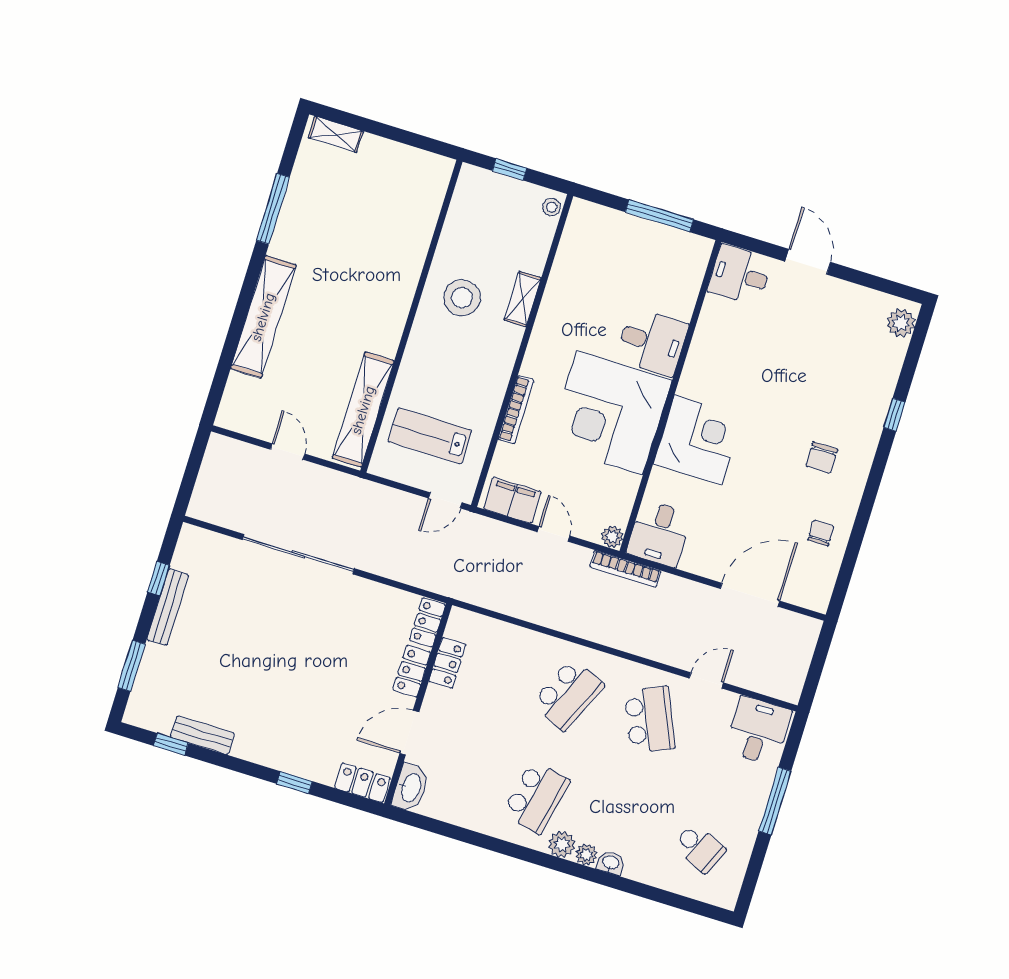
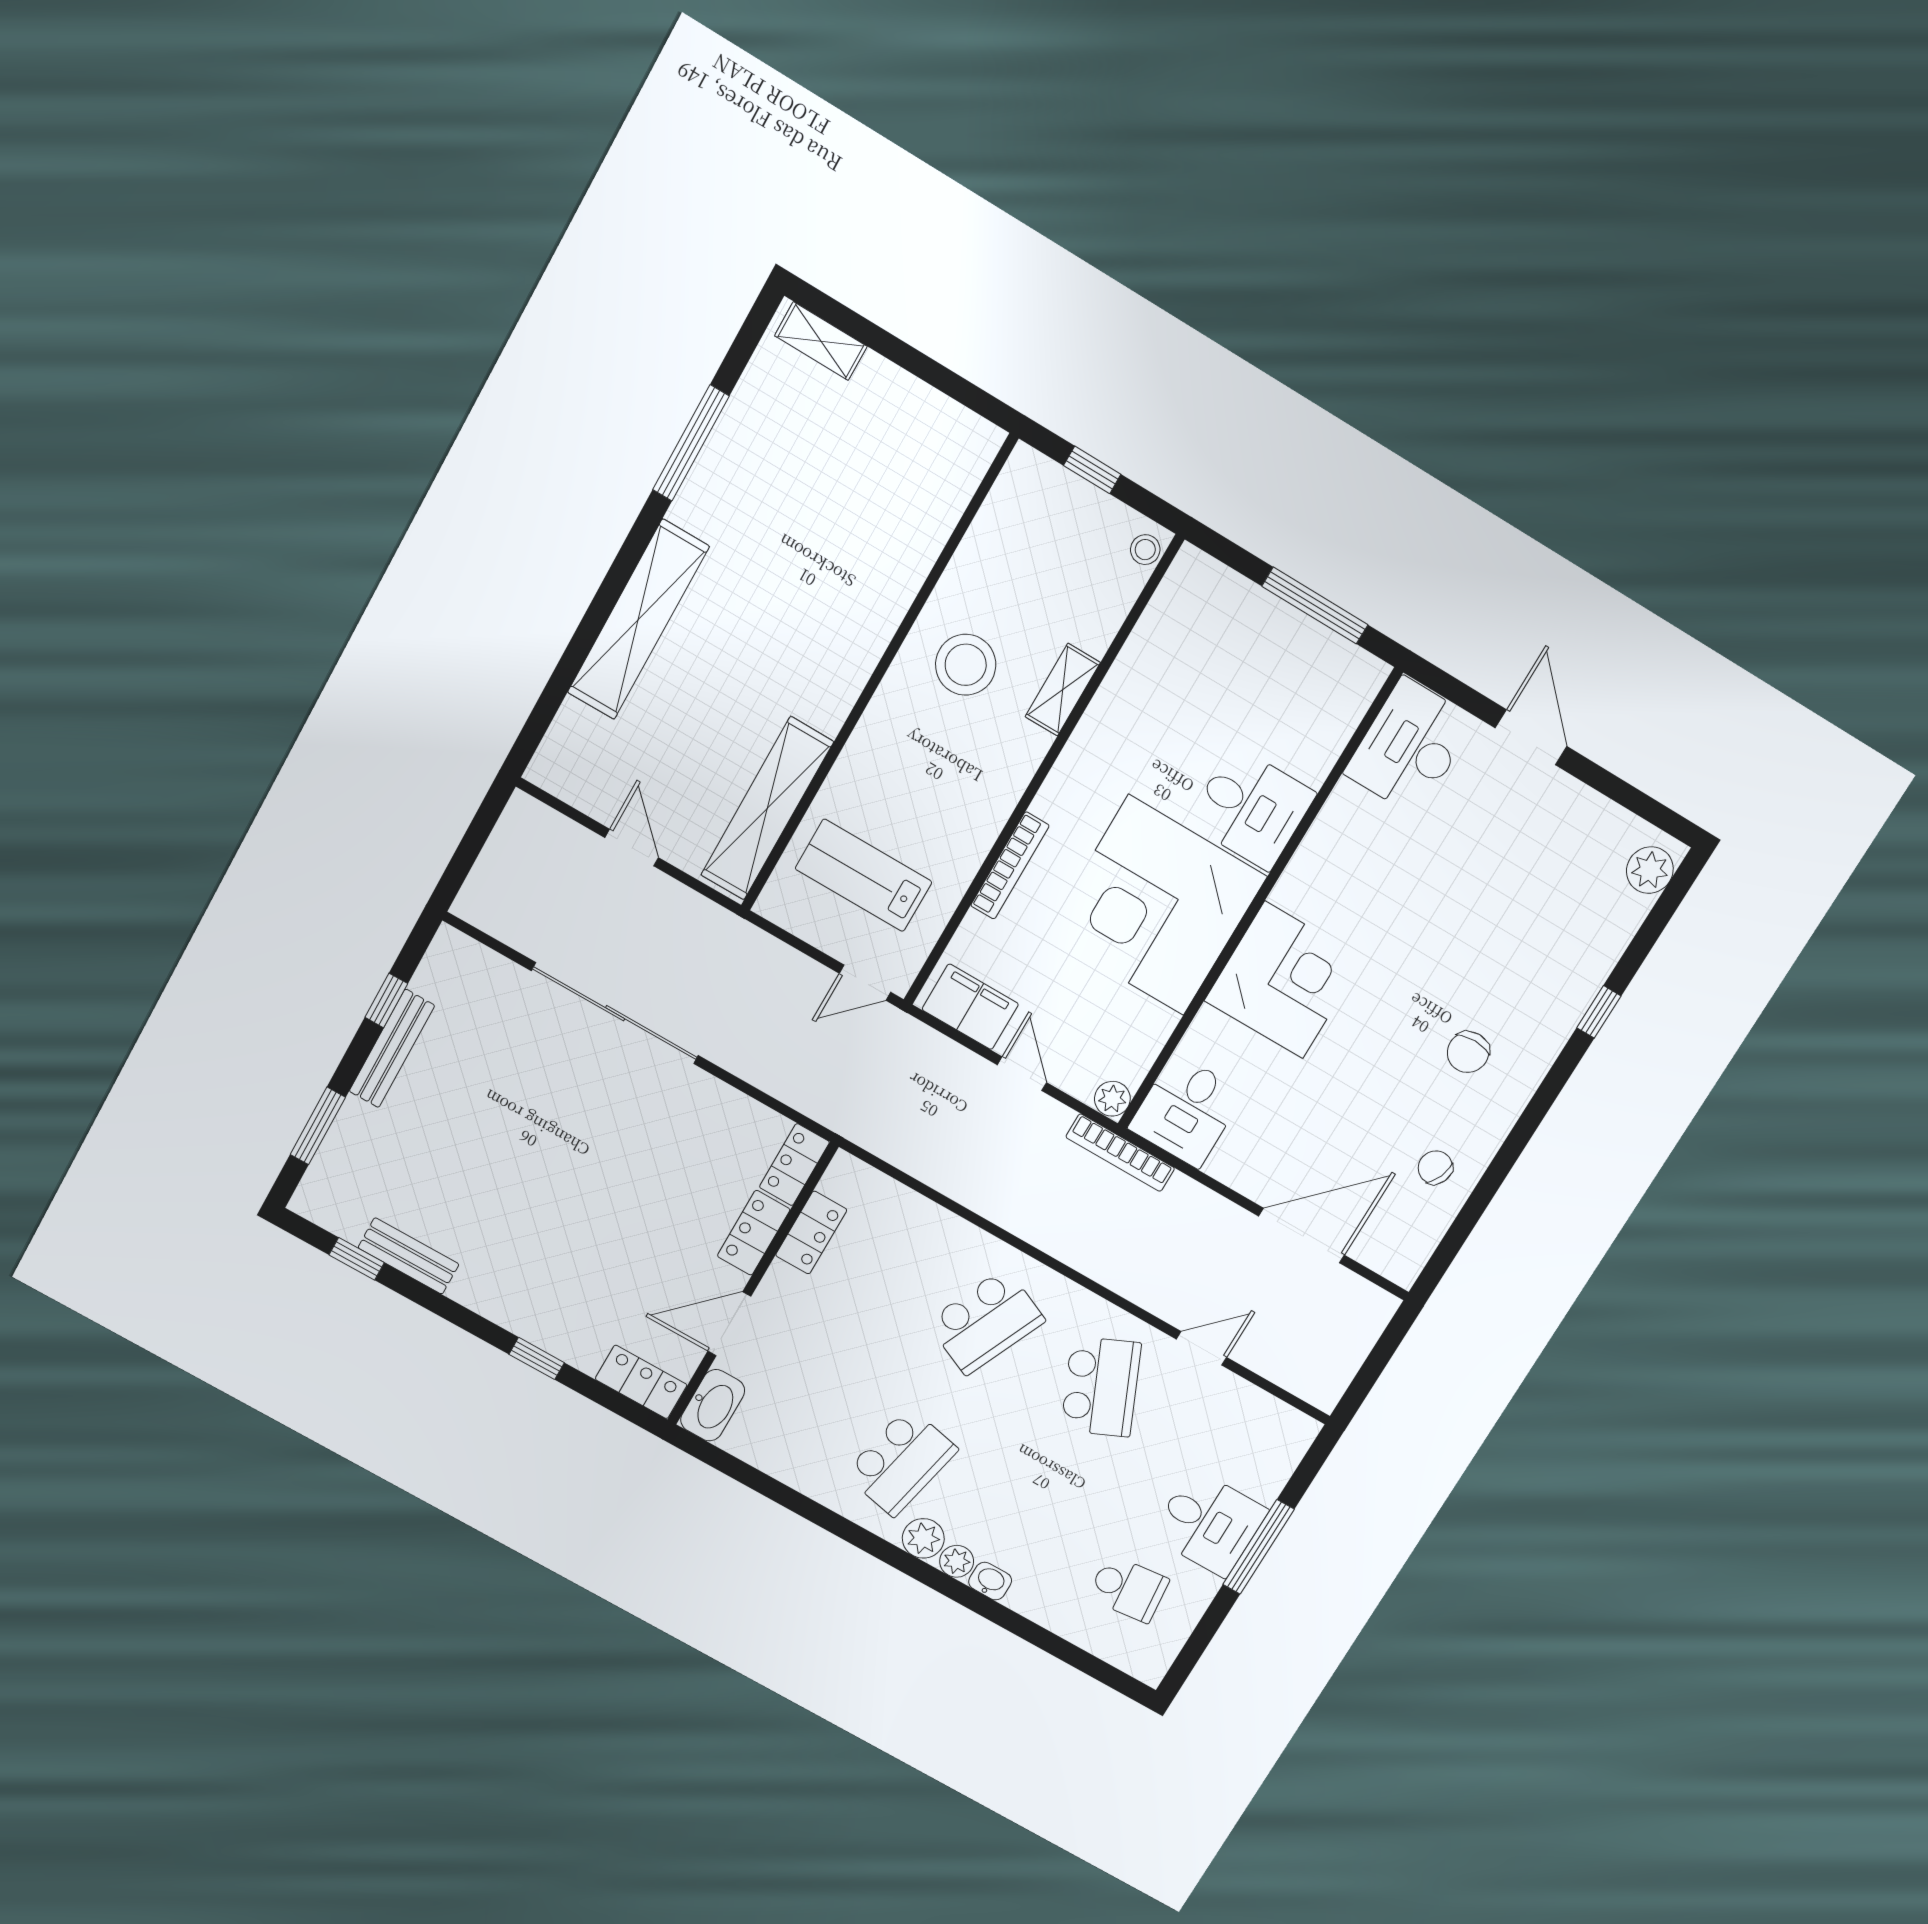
desk: (740, 275) -> (1410, 747), width x1.37
chair: (821, 533) -> (1435, 1167), turned -68
desk: (758, 731) -> (1209, 1523), moved, turned 90
school desk: (699, 848) -> (1128, 1589), turned -30

